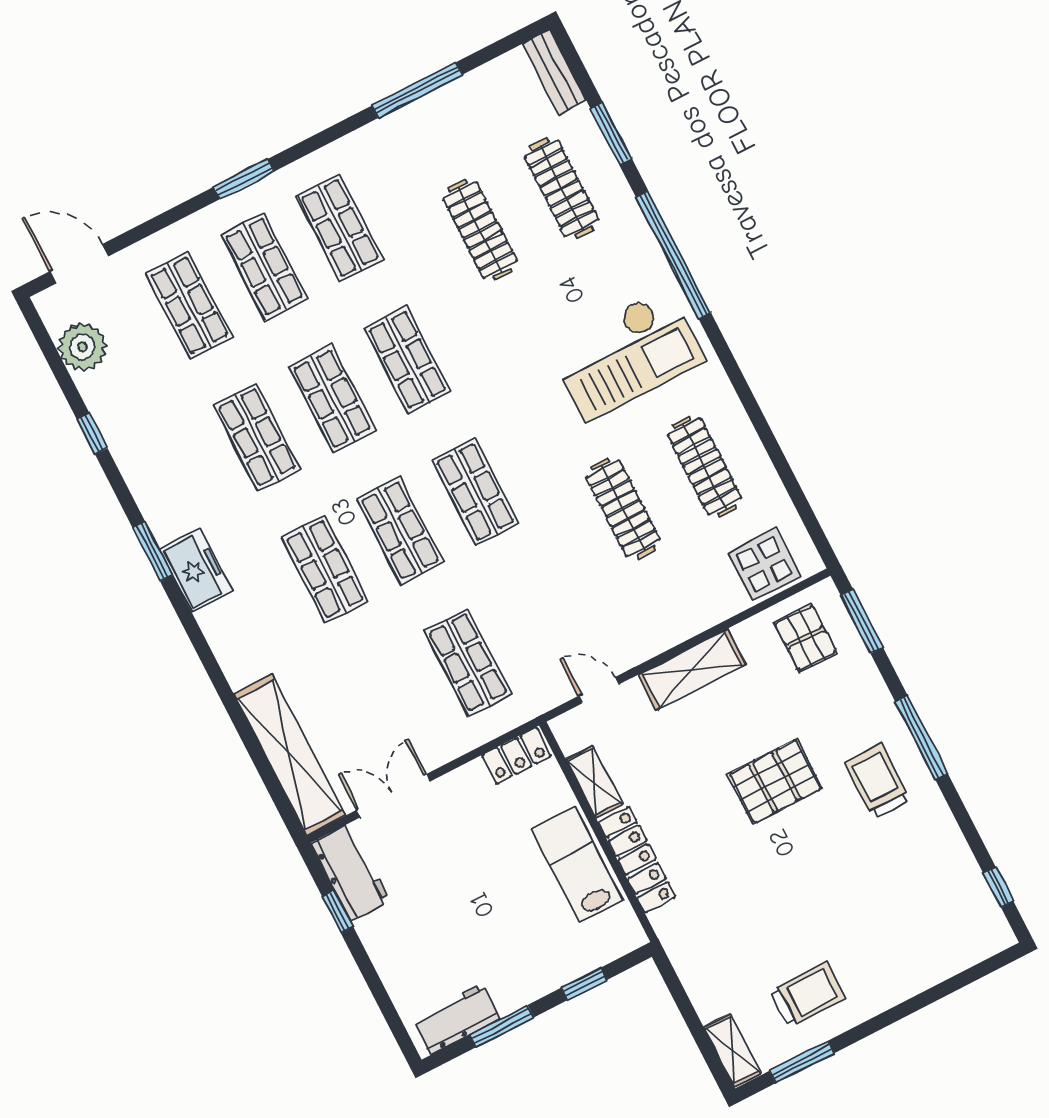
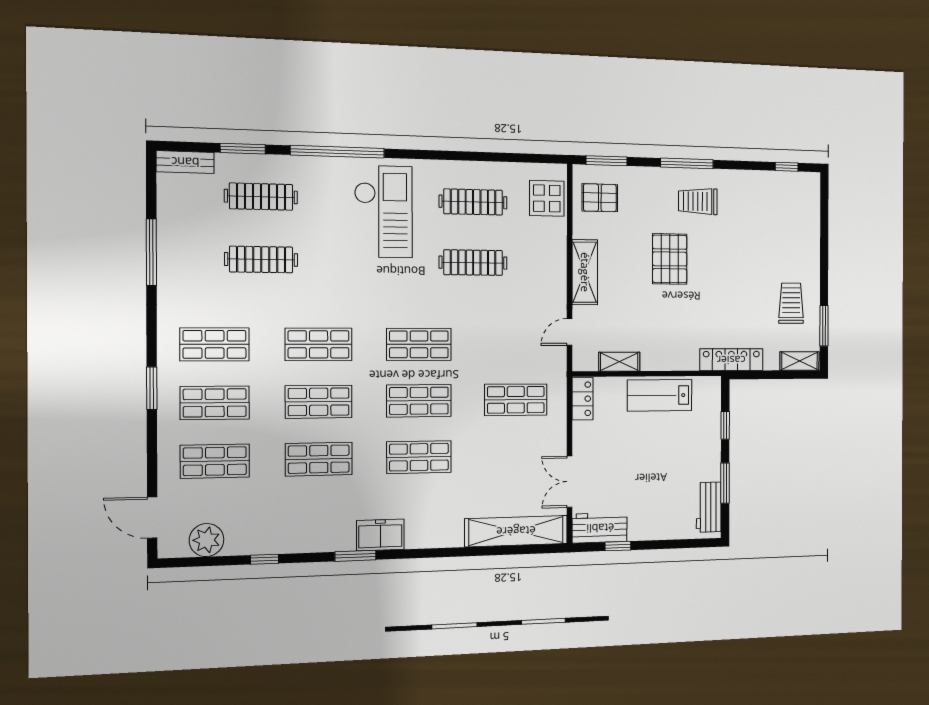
door: (79, 264) -> (152, 518), hinge flipped
locker: (637, 860) -> (731, 360), moved

